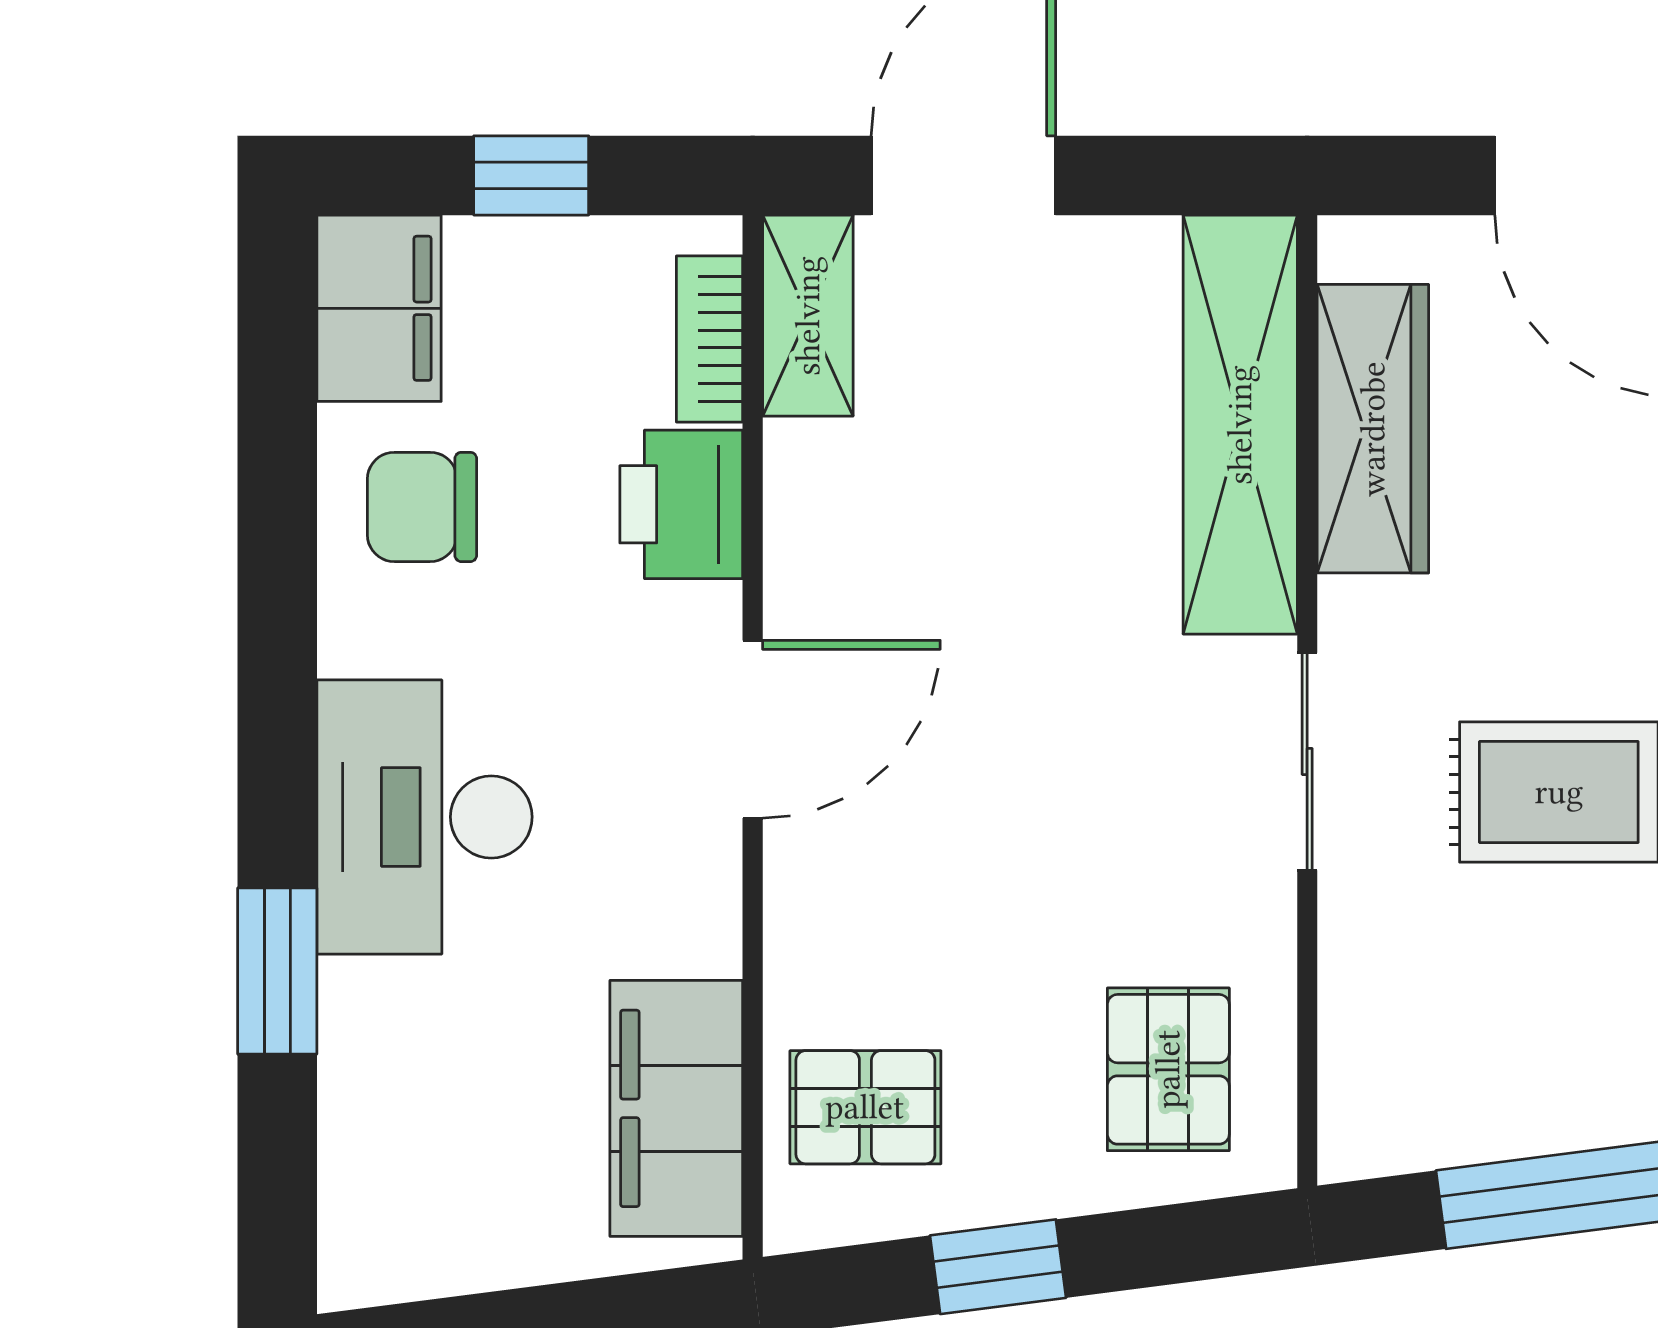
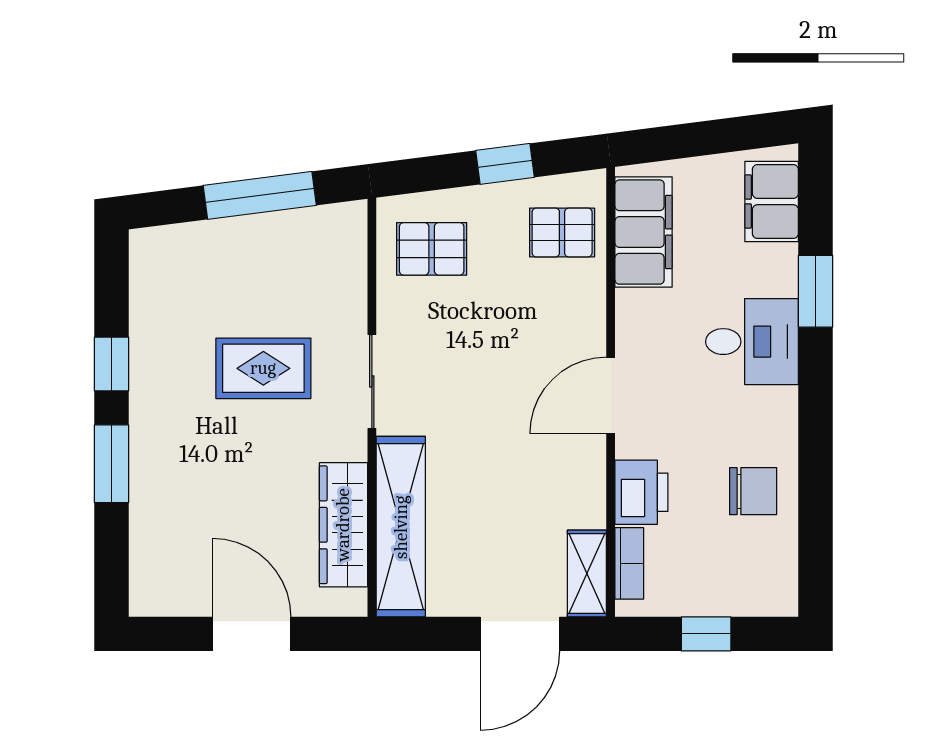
filing cabinet: (379, 308) -> (772, 202), moved
desk: (425, 817) -> (752, 342), width x0.73
pallet: (1168, 1069) -> (432, 249), turned 90

